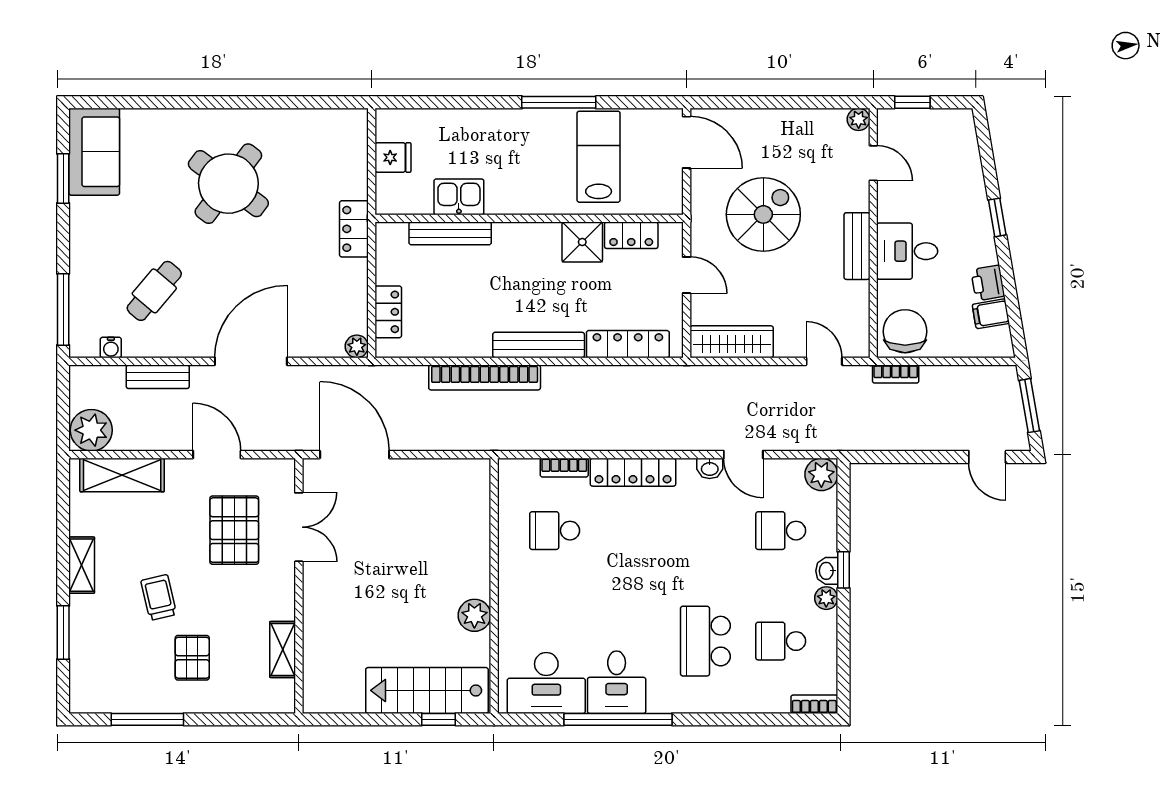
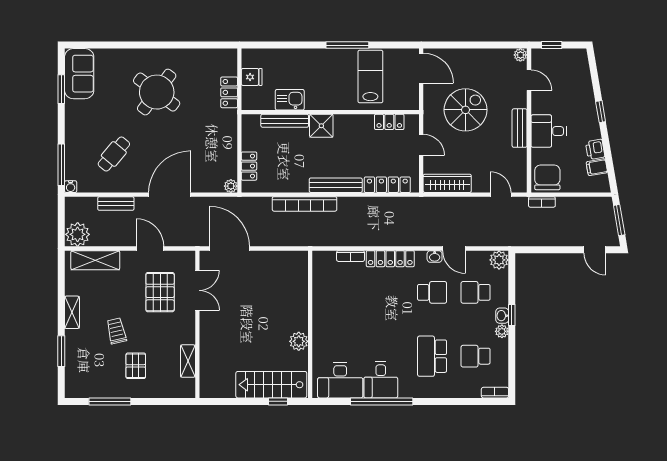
locker: (354, 229) -> (229, 92), moved
shower: (582, 242) -> (321, 126), moved
water cooler: (111, 347) -> (71, 187), moved
school desk: (555, 531) -> (432, 292), moved, turned 180

